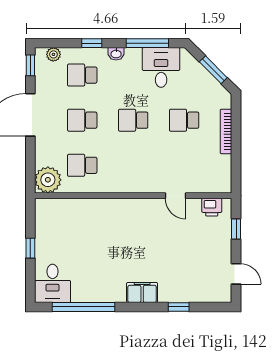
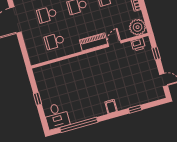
plant: (48, 180) -> (138, 27), moved
piano: (143, 184) -> (93, 42), added
door: (175, 196) -> (115, 44), swing flipped
filing cabinet: (142, 293) -> (111, 107), width x0.50

